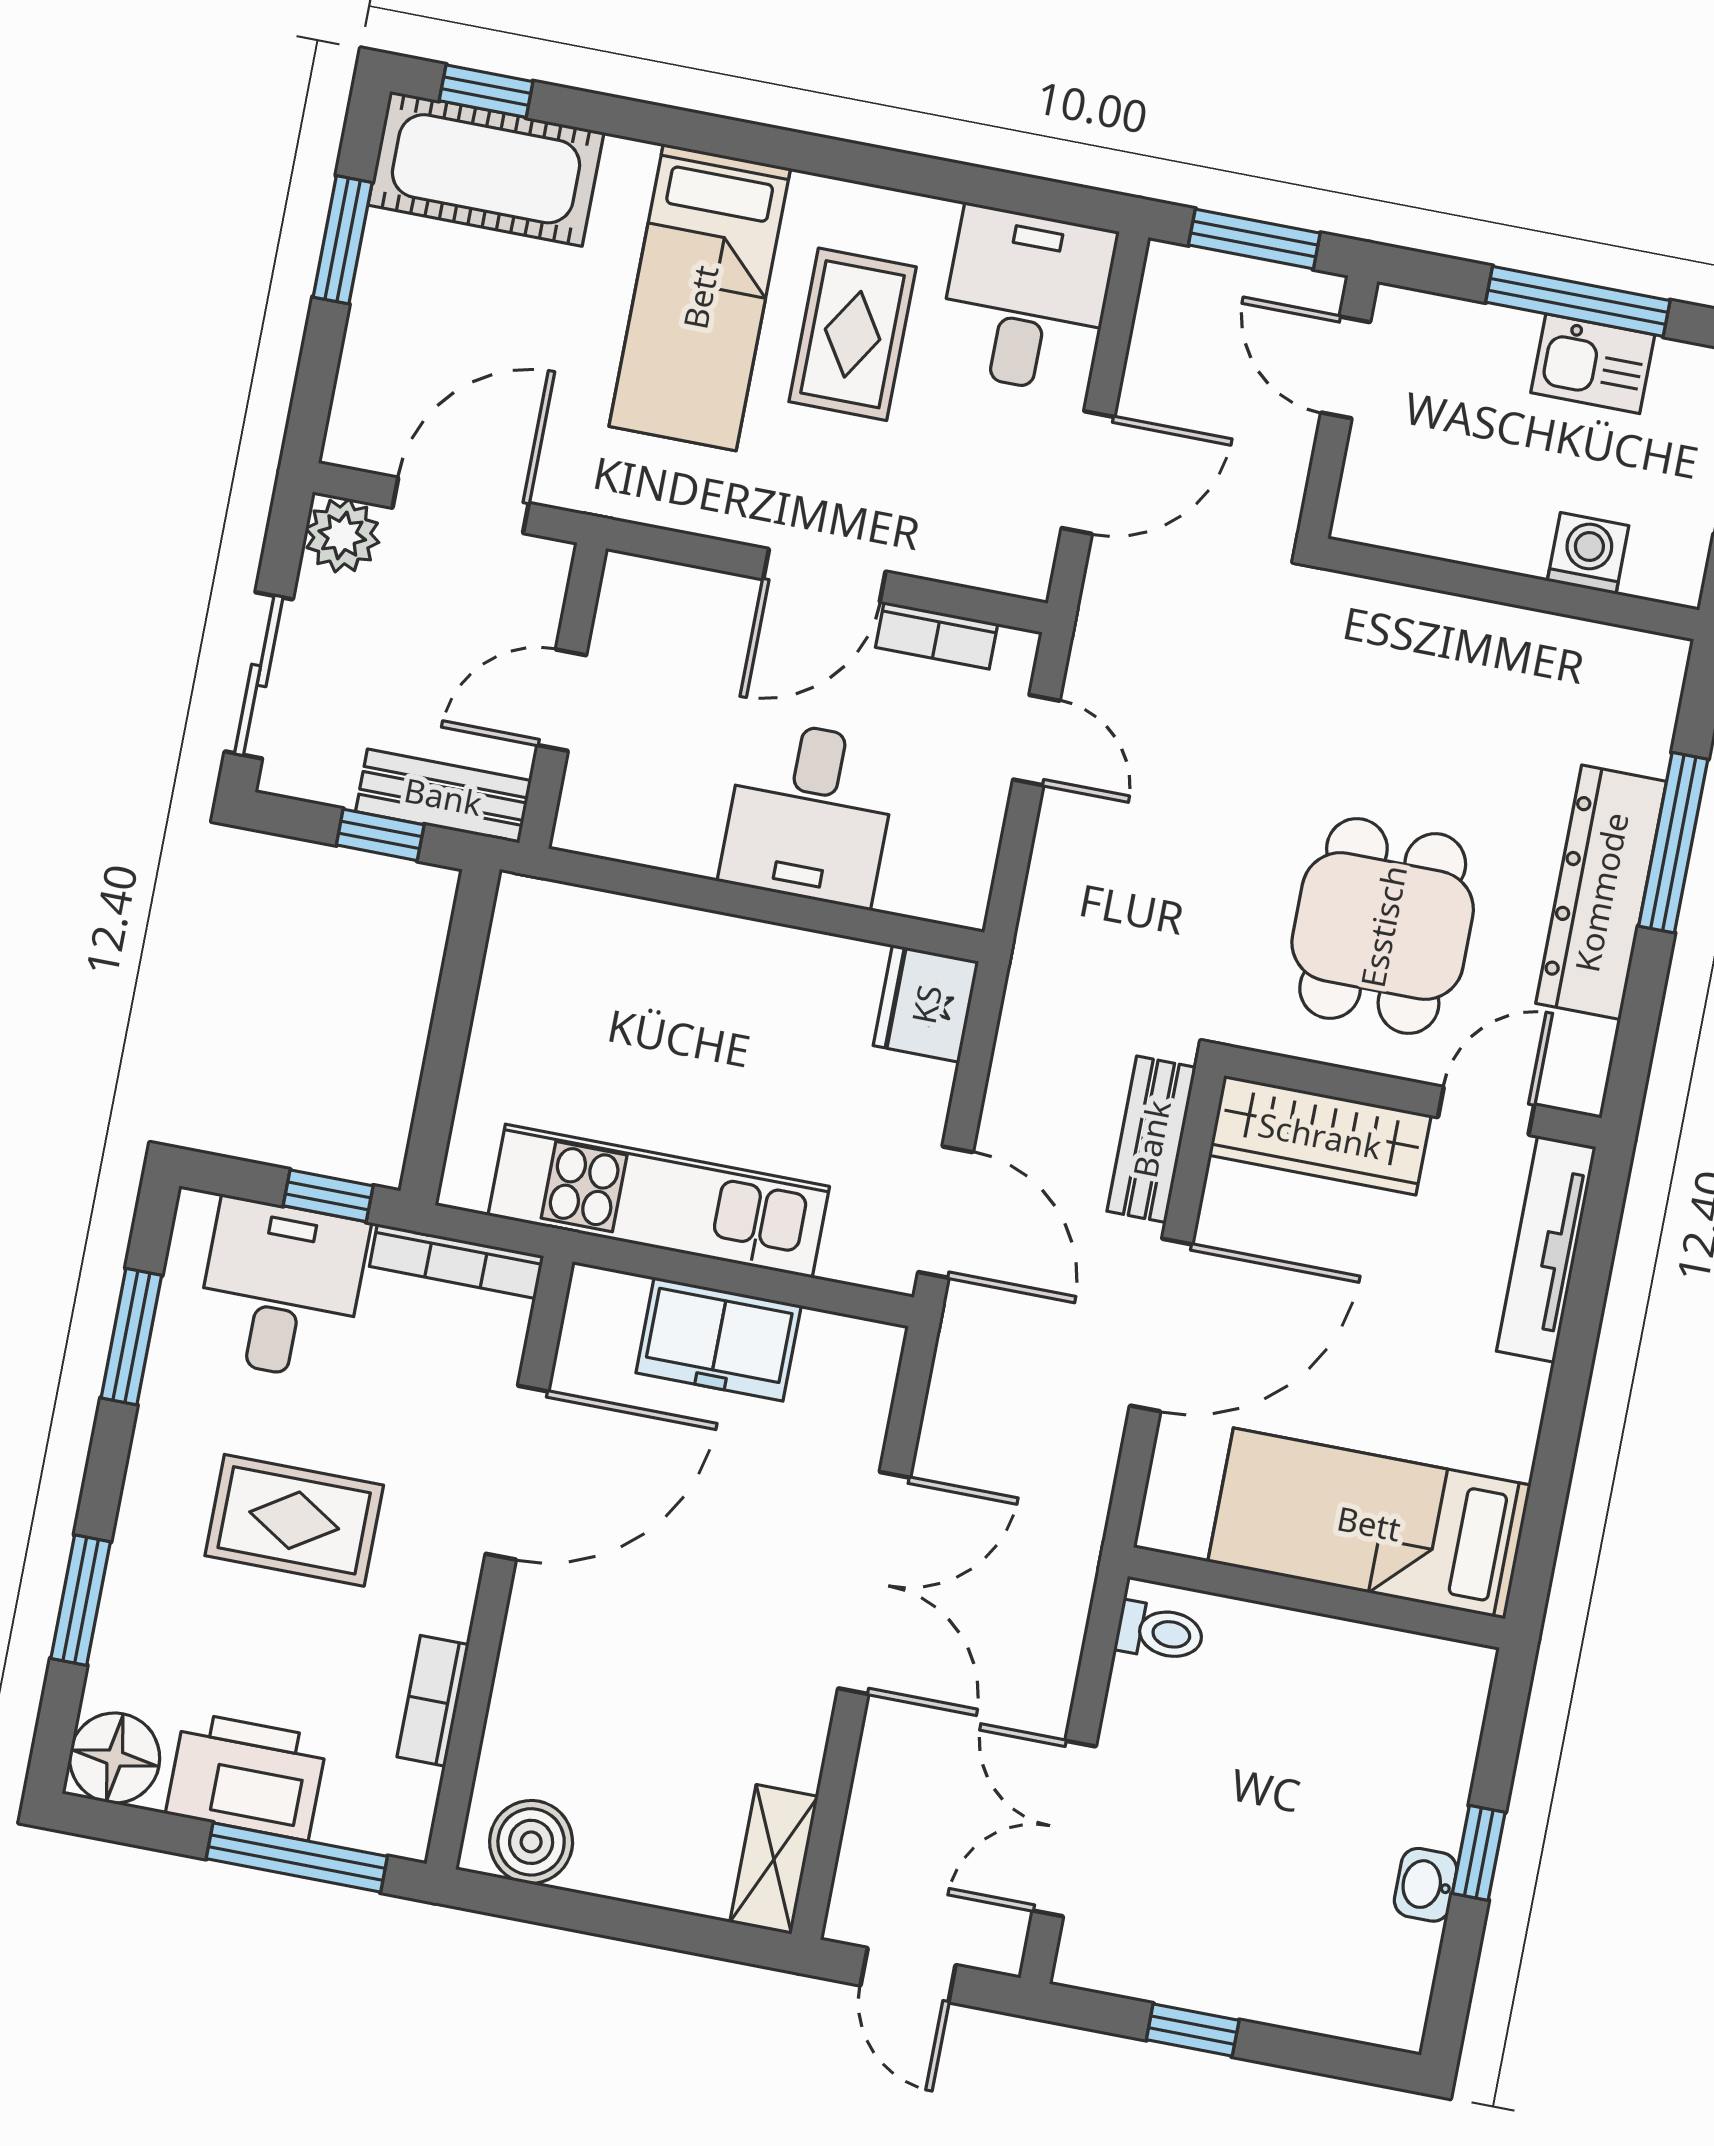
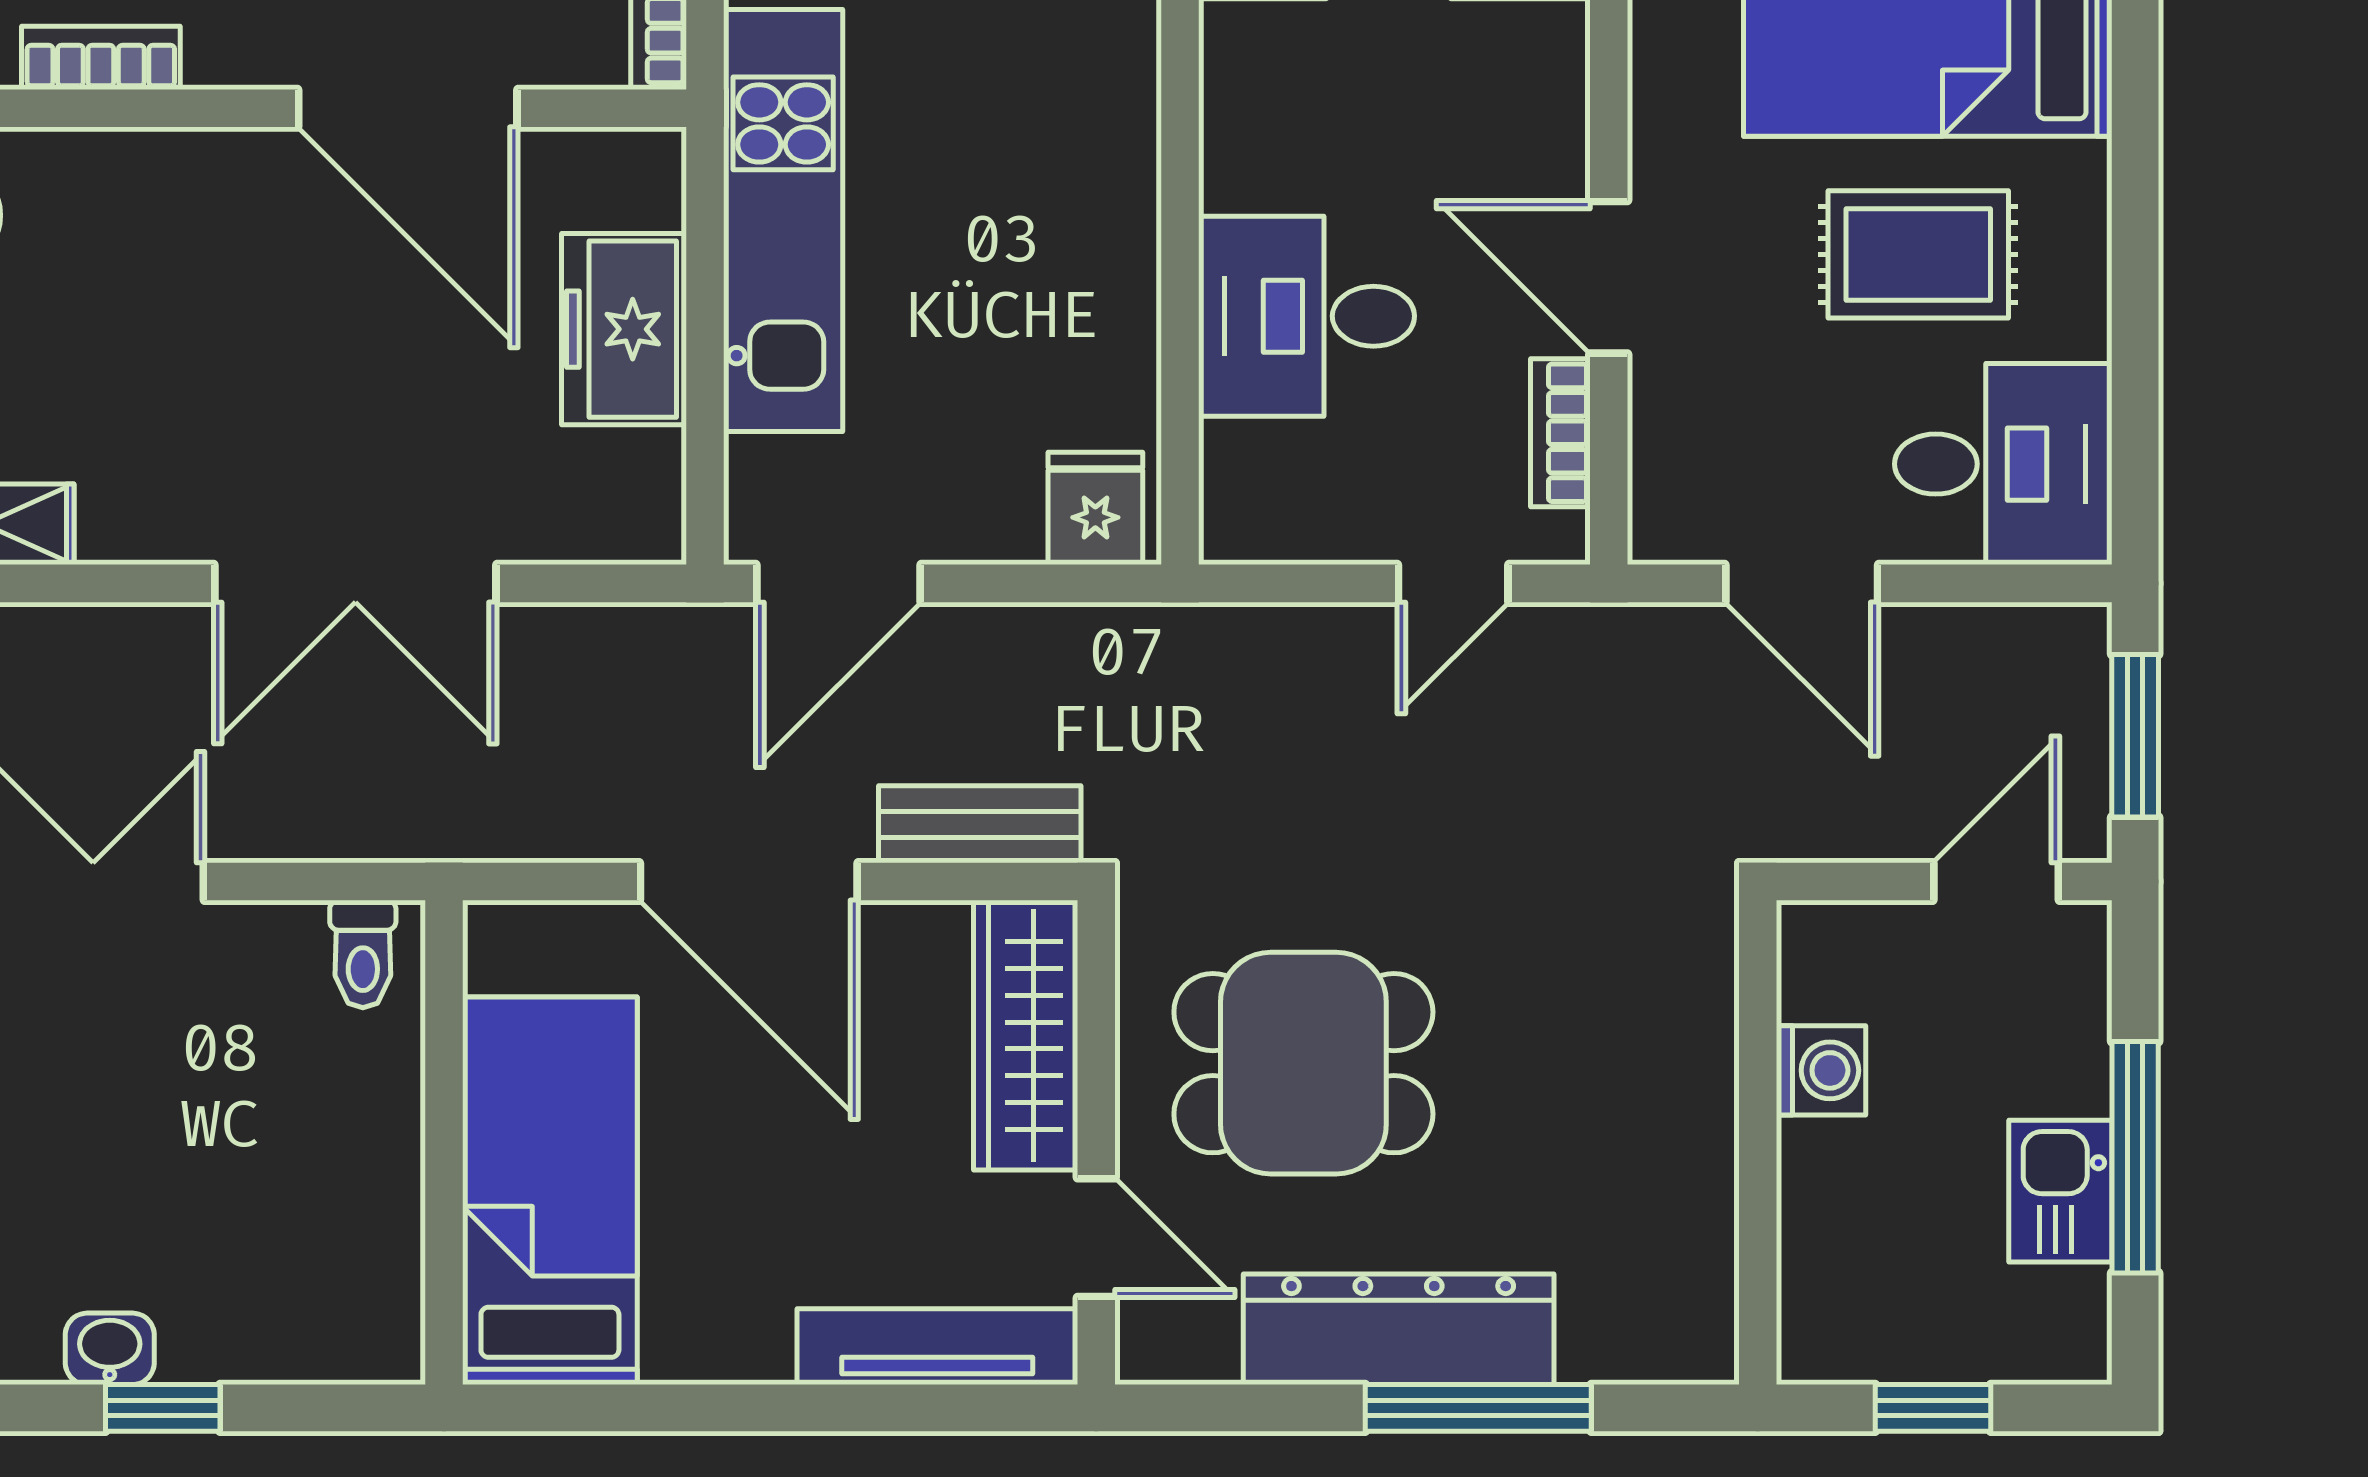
washing machine: (1588, 553) -> (1821, 1070), moved
fridge: (926, 1004) -> (1095, 508), width x0.72

